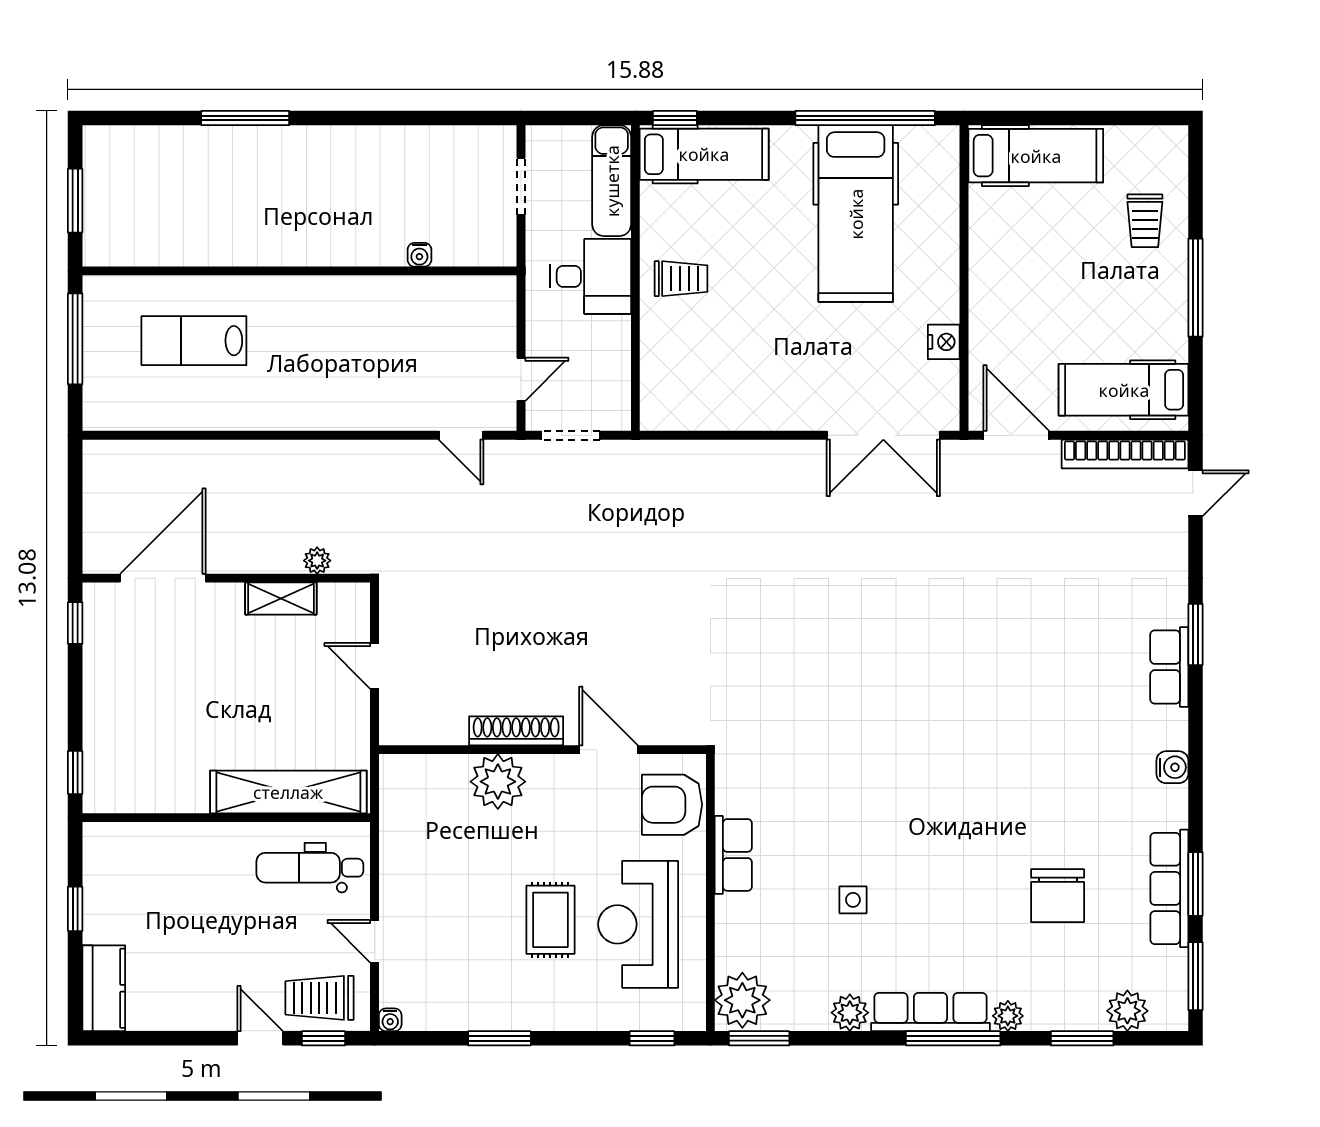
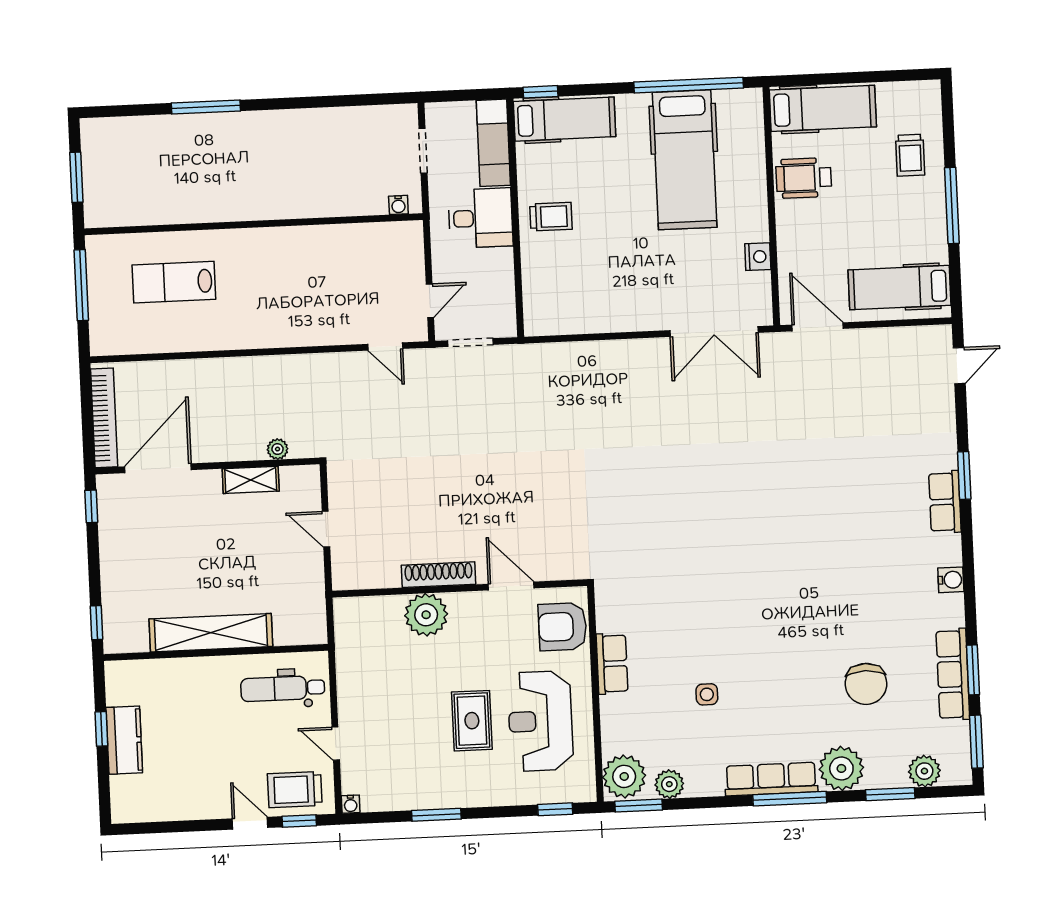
wheelchair: (1007, 244) -> (804, 178), added
water cooler: (419, 255) -> (398, 205), moved
bookcase: (1125, 454) -> (104, 418), moved, turned -90
shelving: (288, 792) -> (211, 633), moved
kitchen counter: (104, 988) -> (124, 740), moved
plant: (850, 1013) -> (669, 784), moved
plant: (1008, 1016) -> (841, 768), width x1.88, depth x1.88

